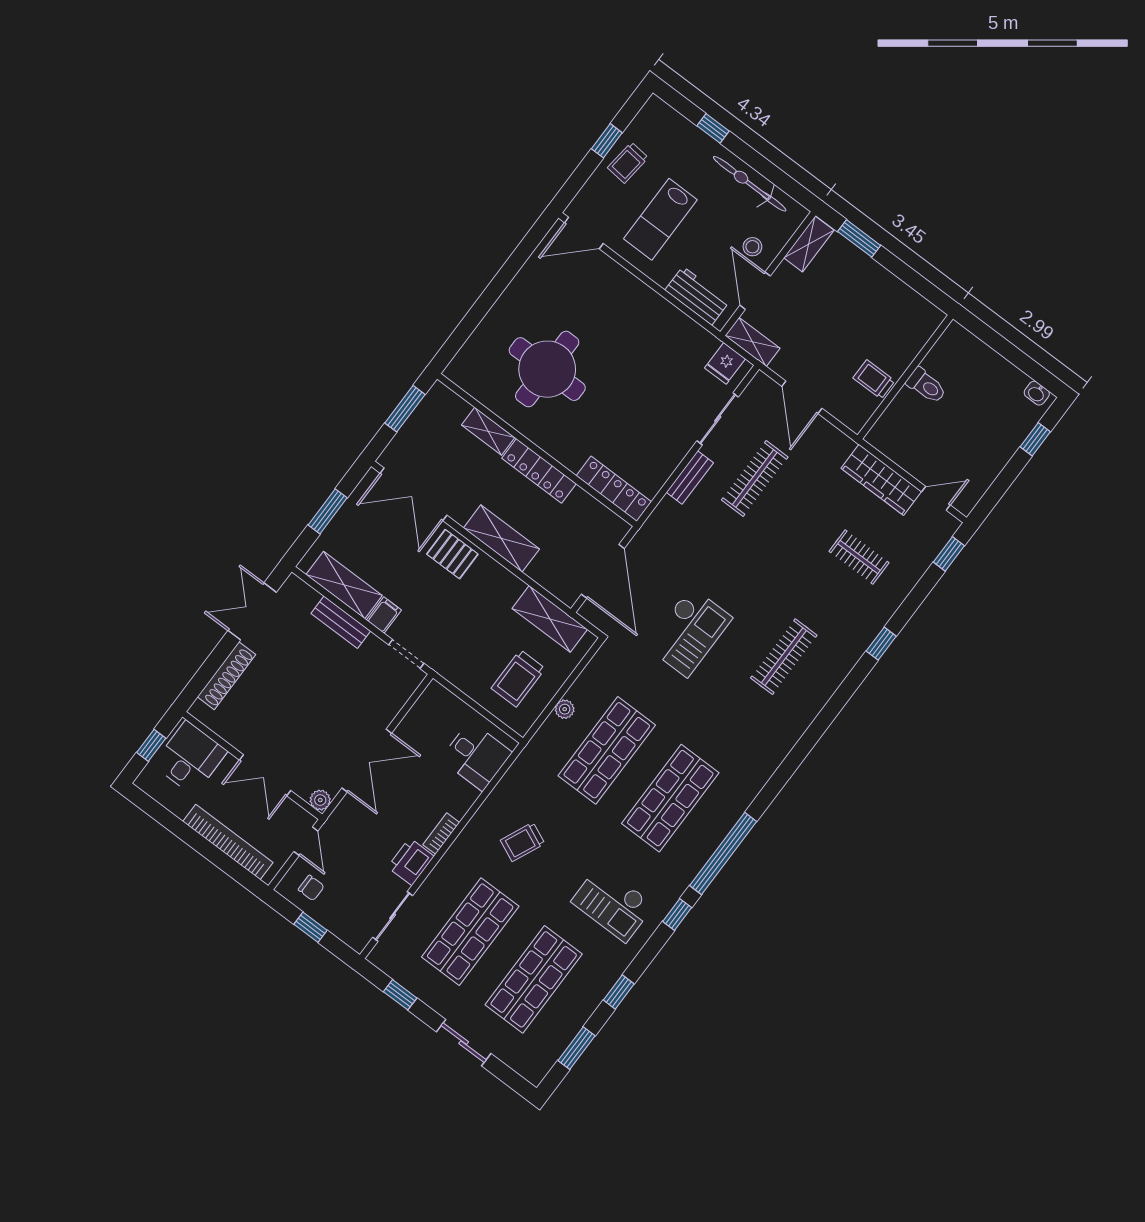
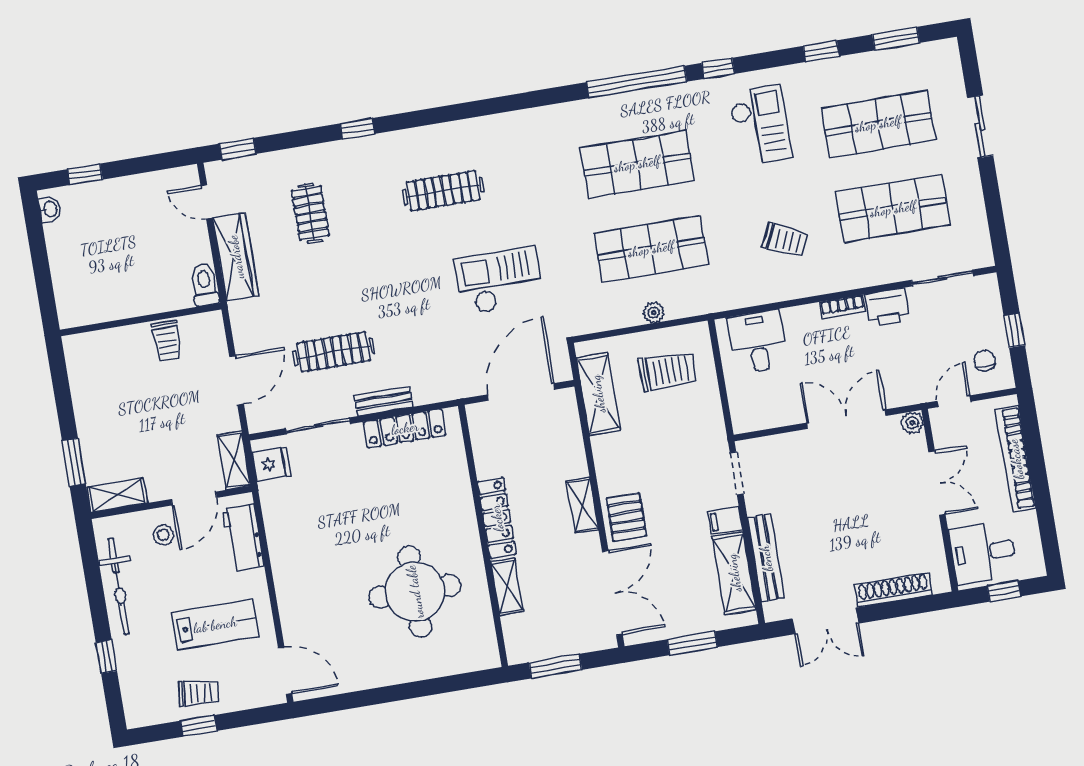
toilet: (926, 386) -> (205, 285), moved
locker: (614, 489) -> (405, 428), moved, turned -90
shelving: (501, 538) -> (582, 505), width x0.67, depth x0.75
bench: (341, 622) -> (766, 558), width x1.36
window: (400, 995) -> (994, 211), removed

